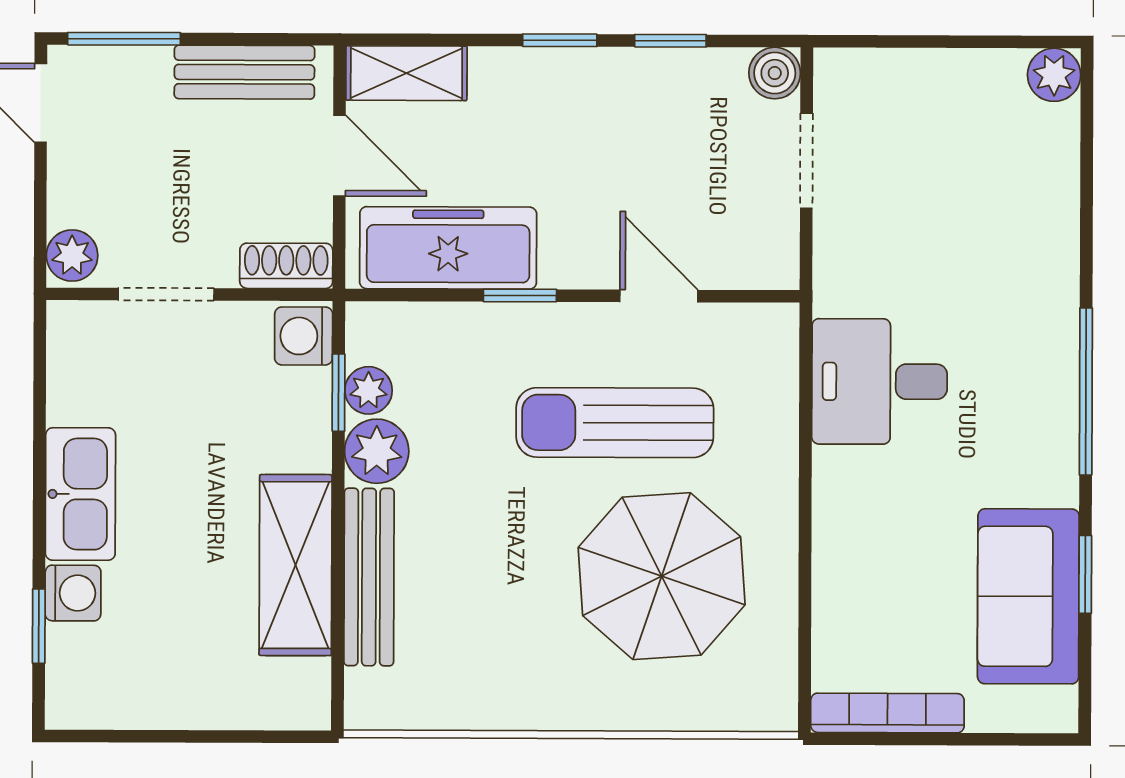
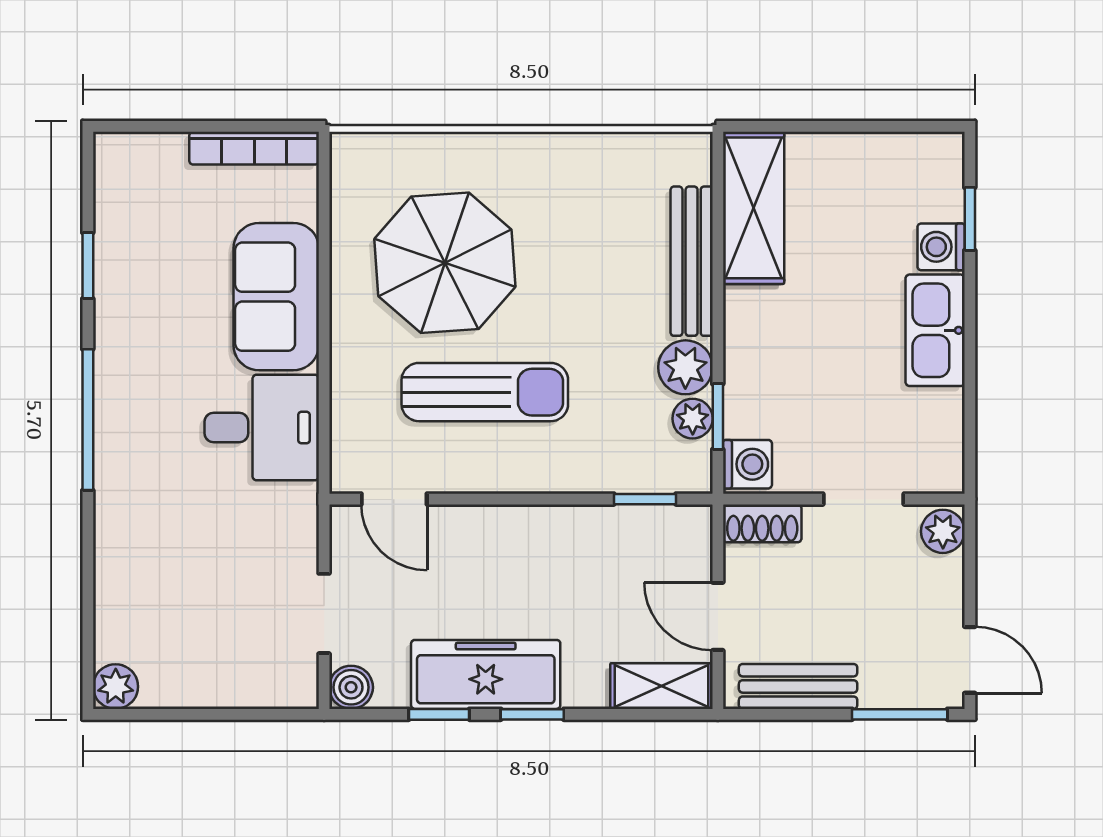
freezer: (448, 248) -> (486, 674), moved, turned 180
window: (520, 295) -> (645, 499), moved
door: (659, 296) -> (394, 499), moved
shelving: (296, 565) -> (754, 208), moved
sofa: (1028, 596) -> (276, 297), moved, turned 180

